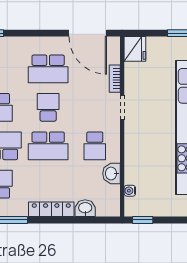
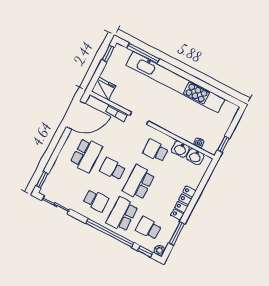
school desk: (48, 146) -> (139, 183), turned 180
school desk: (95, 146) -> (155, 151), turned 180
washbasin: (85, 208) -> (195, 157), moved, turned -90

